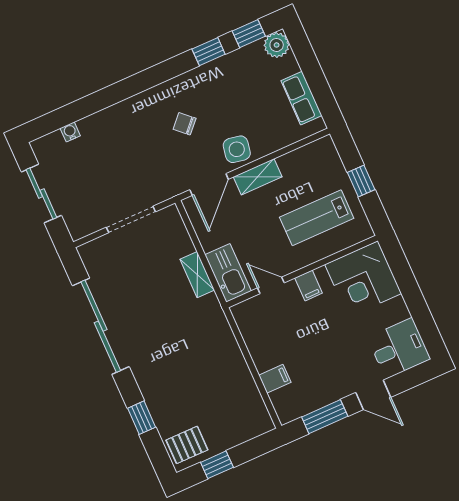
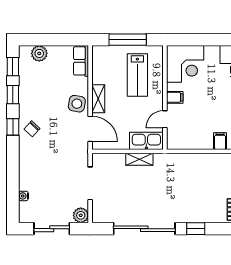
plant: (277, 45) -> (39, 53), moved
window: (162, 72) -> (13, 127), added
row of seats: (301, 98) -> (81, 61), moved, turned 90
chair: (185, 124) -> (32, 129), moved
window: (361, 181) -> (128, 40), width x2.17
plant: (79, 226) -> (81, 215), added
window: (142, 418) -> (196, 229), moved

